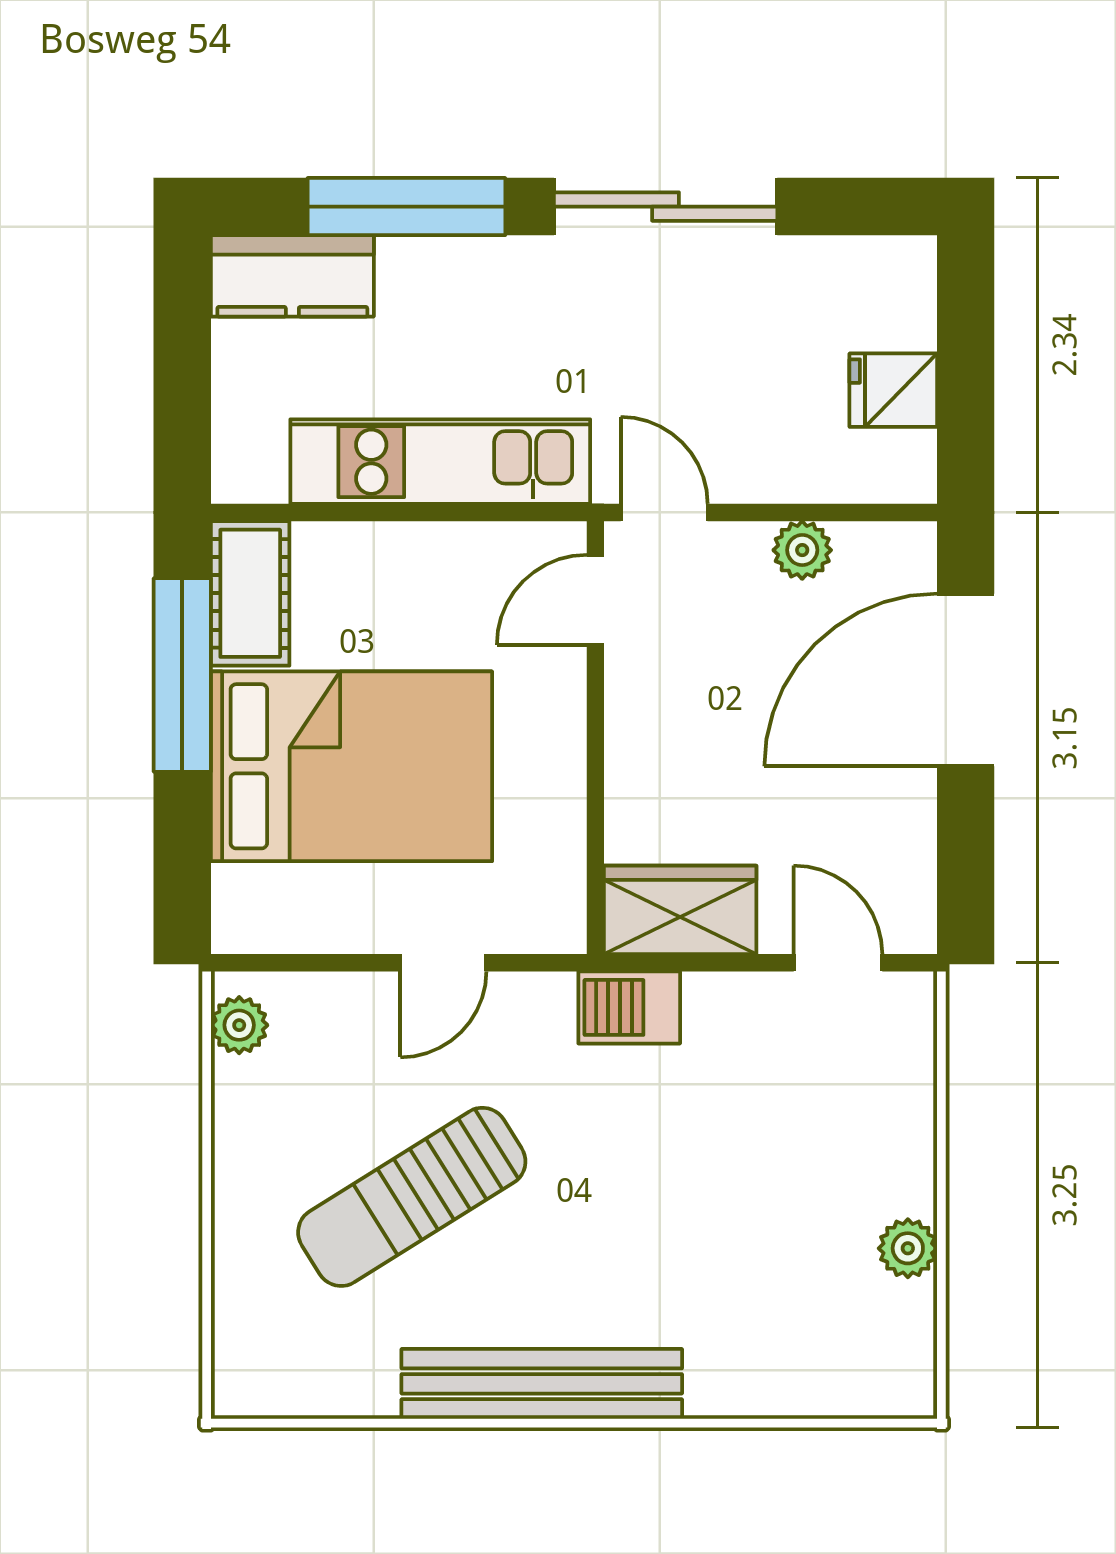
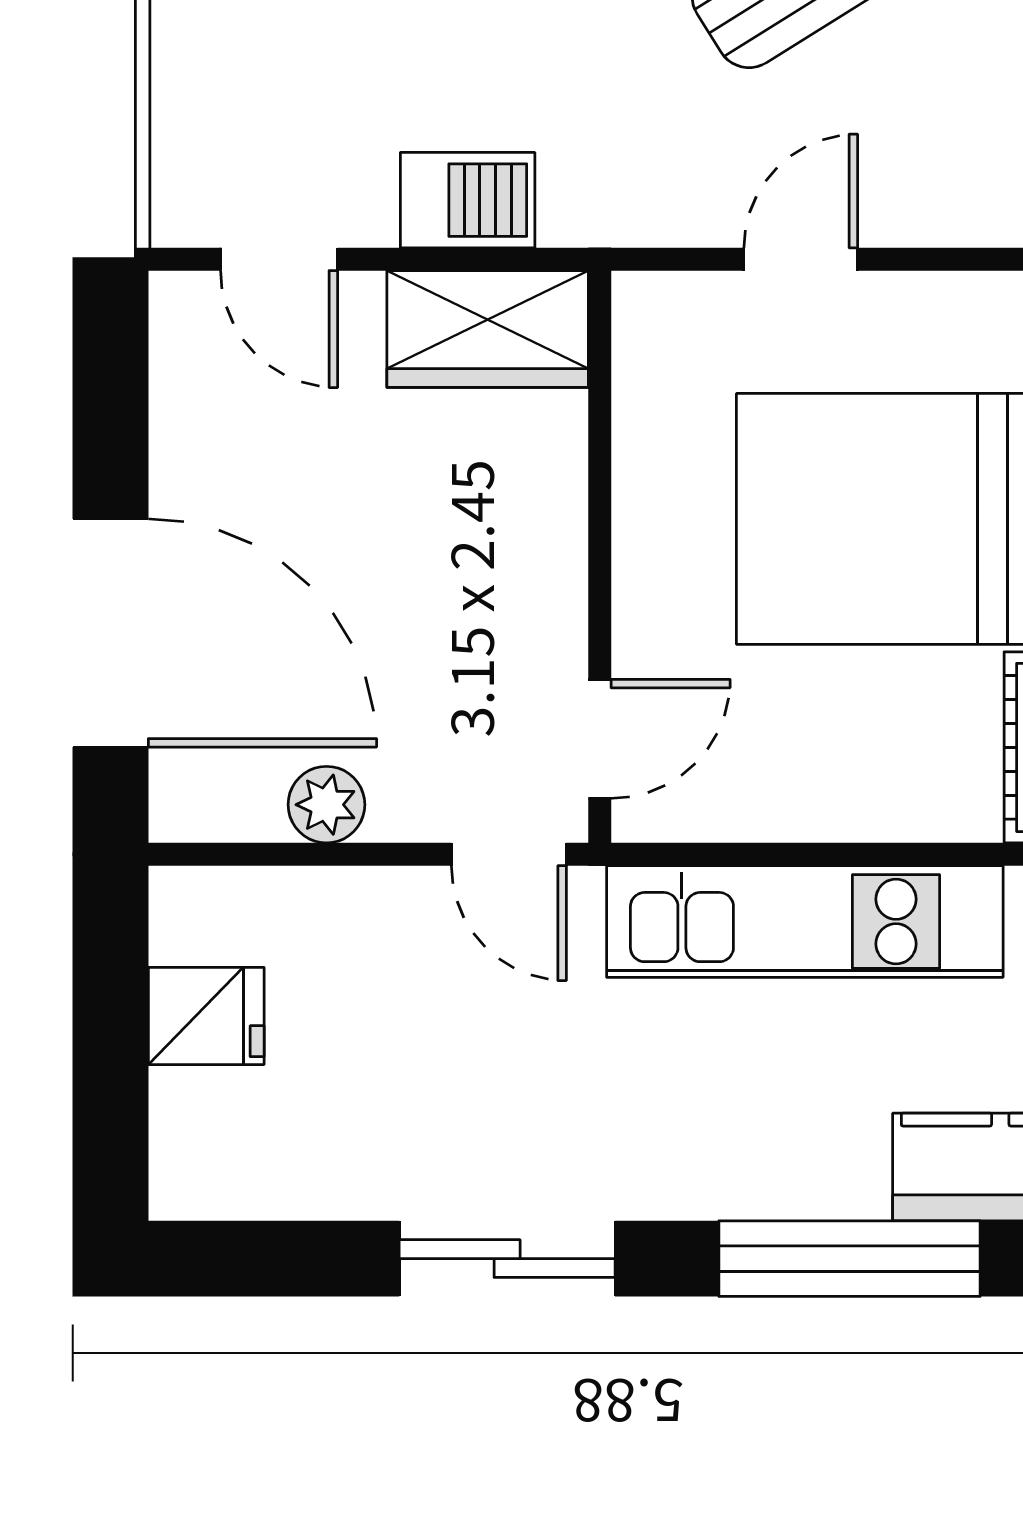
sliding door: (666, 207) -> (507, 1259), width x0.73
door: (966, 680) -> (110, 633), hinge flipped
barbecue: (629, 1007) -> (468, 200), moved

